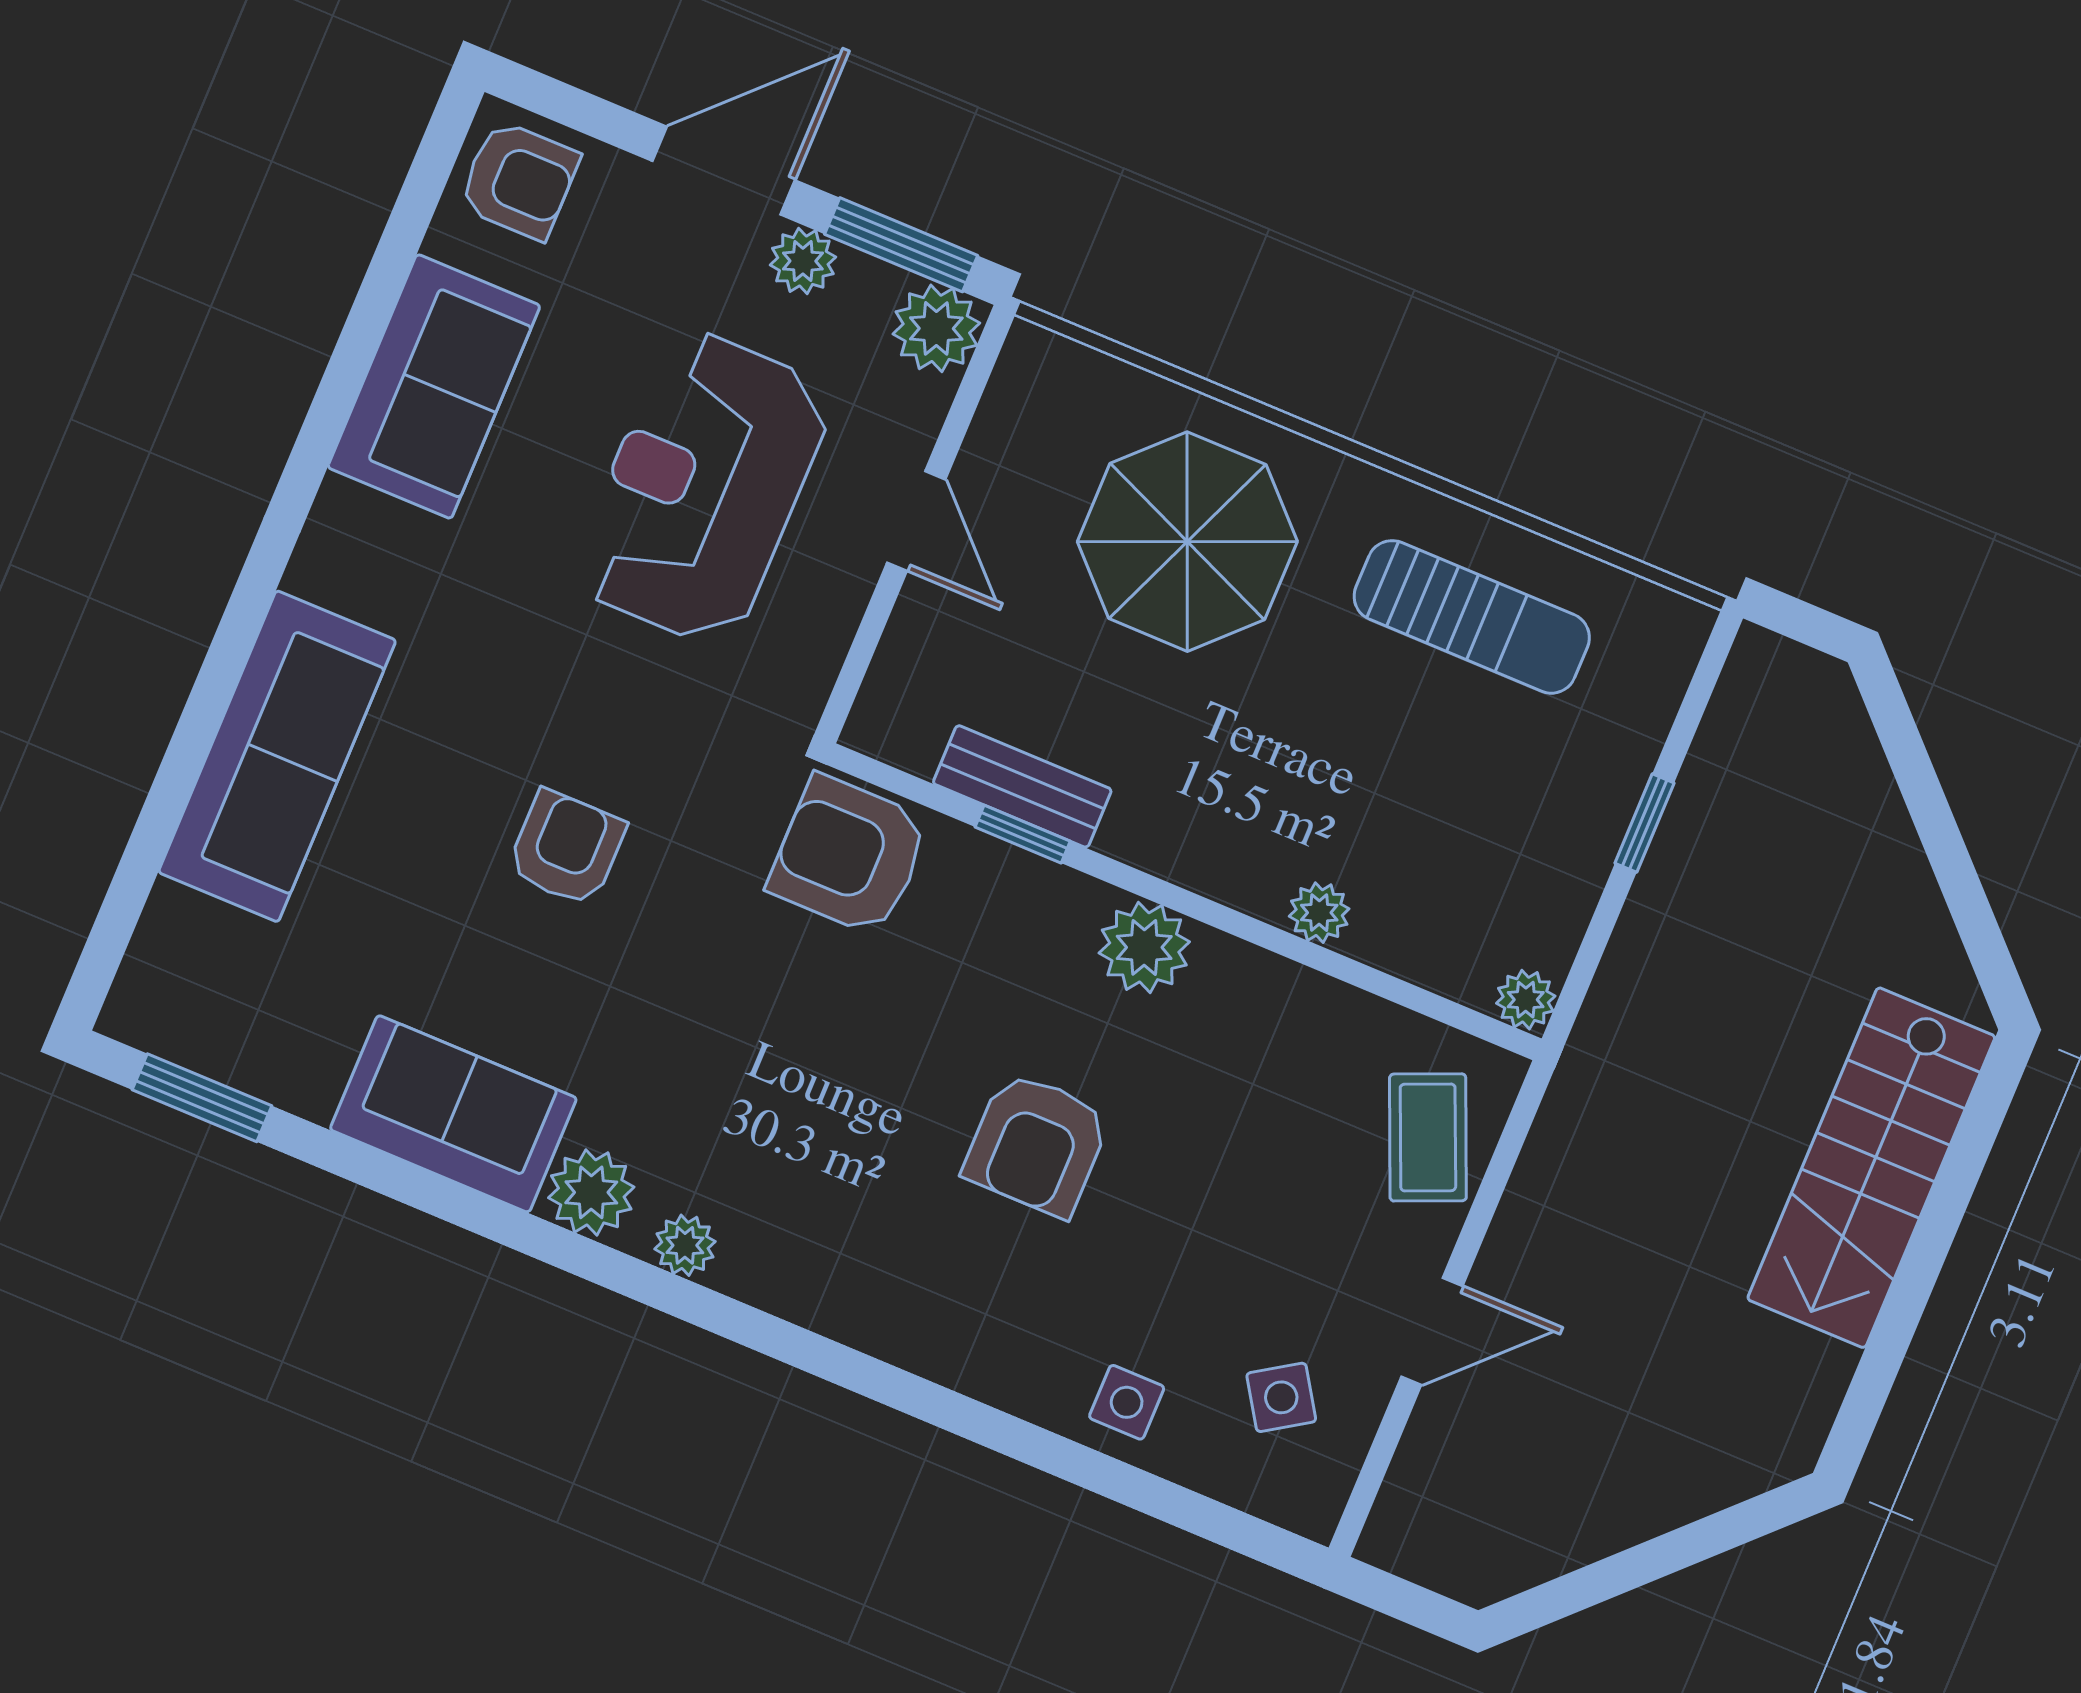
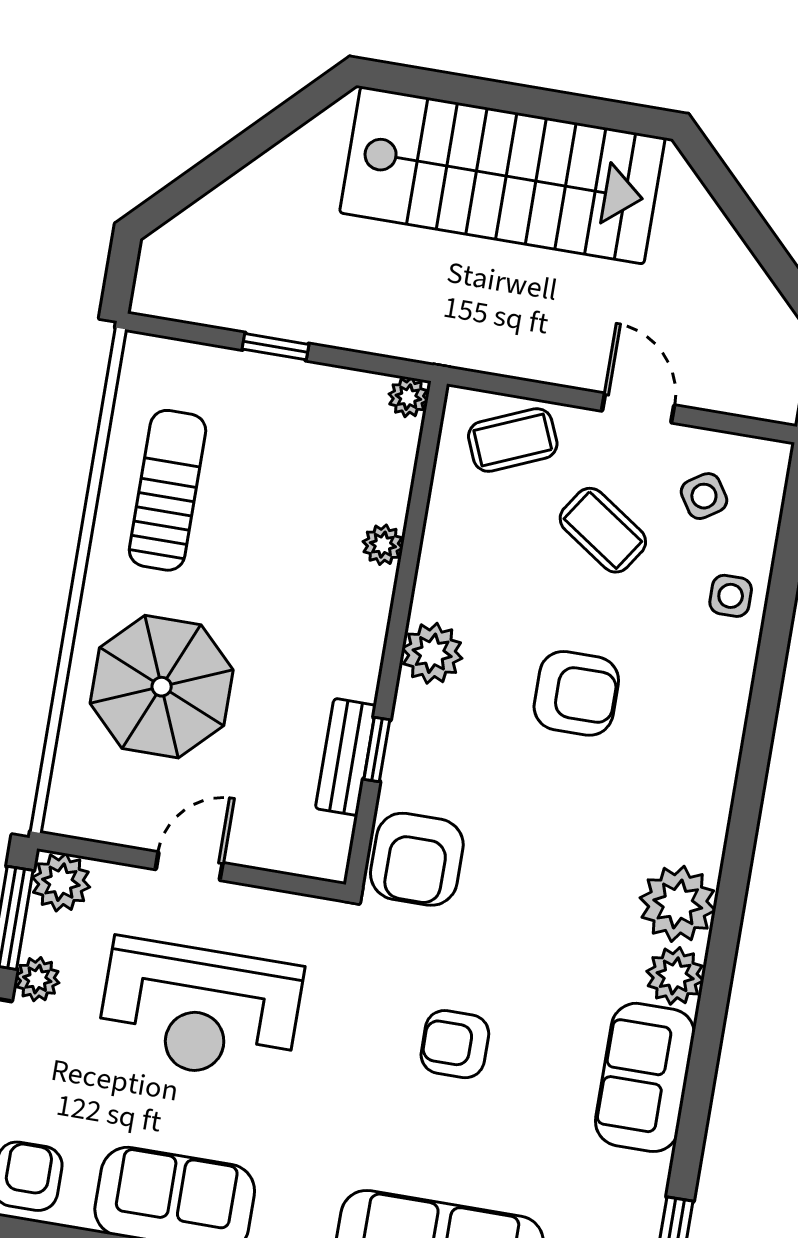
stairs: (1871, 1168) -> (502, 175), width x1.36, depth x1.51
coffee table: (1266, 1238) -> (603, 530), added
plant: (685, 1245) -> (678, 904), width x1.87, depth x1.87

